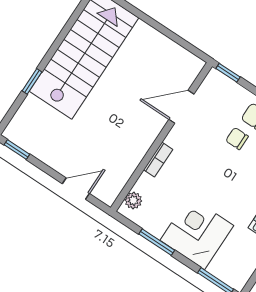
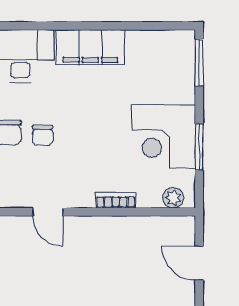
door: (181, 107) -> (48, 212), width x0.73
corner desk: (197, 233) -> (163, 136), moved

